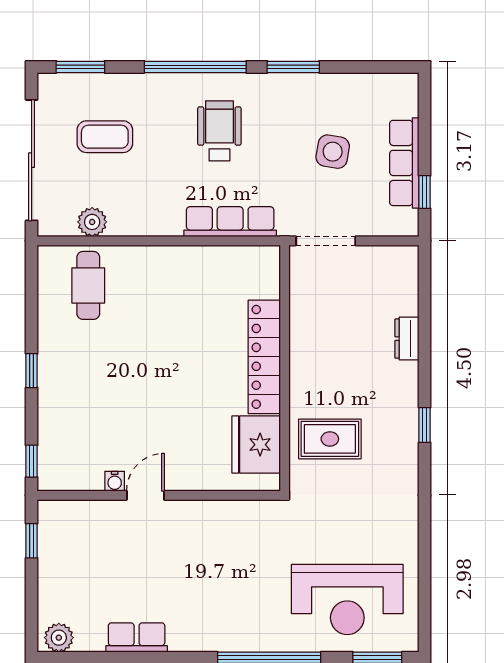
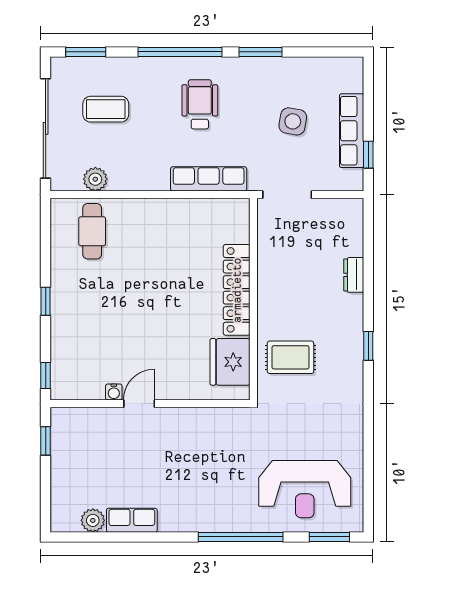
plant: (59, 638) -> (93, 520), moved

